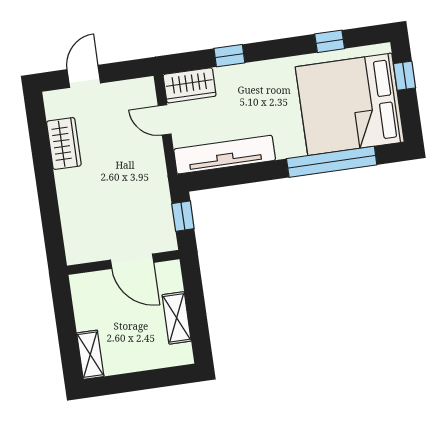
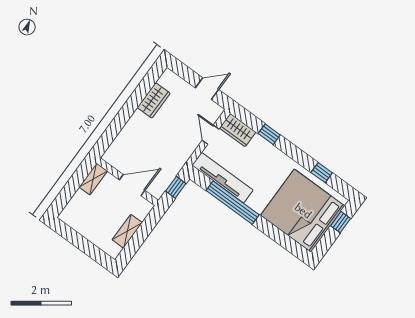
door: (84, 76) -> (207, 89), moved
window: (332, 162) -> (233, 203), moved
door: (132, 261) -> (132, 185), swing flipped
shelving: (90, 355) -> (93, 179), moved

